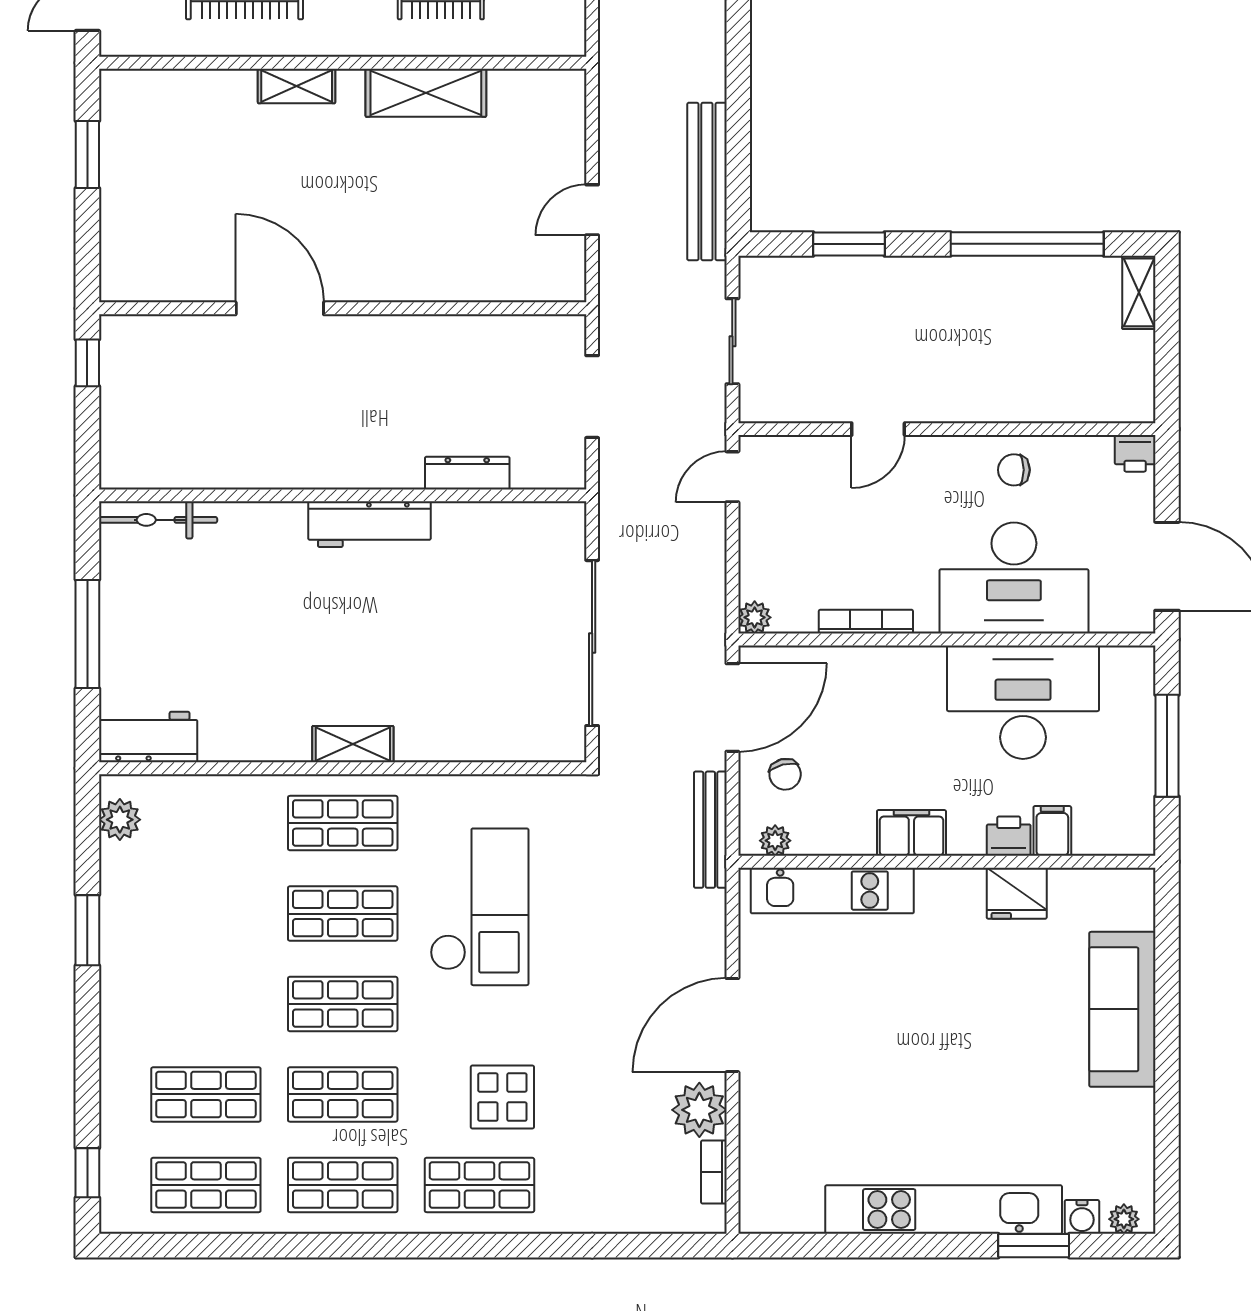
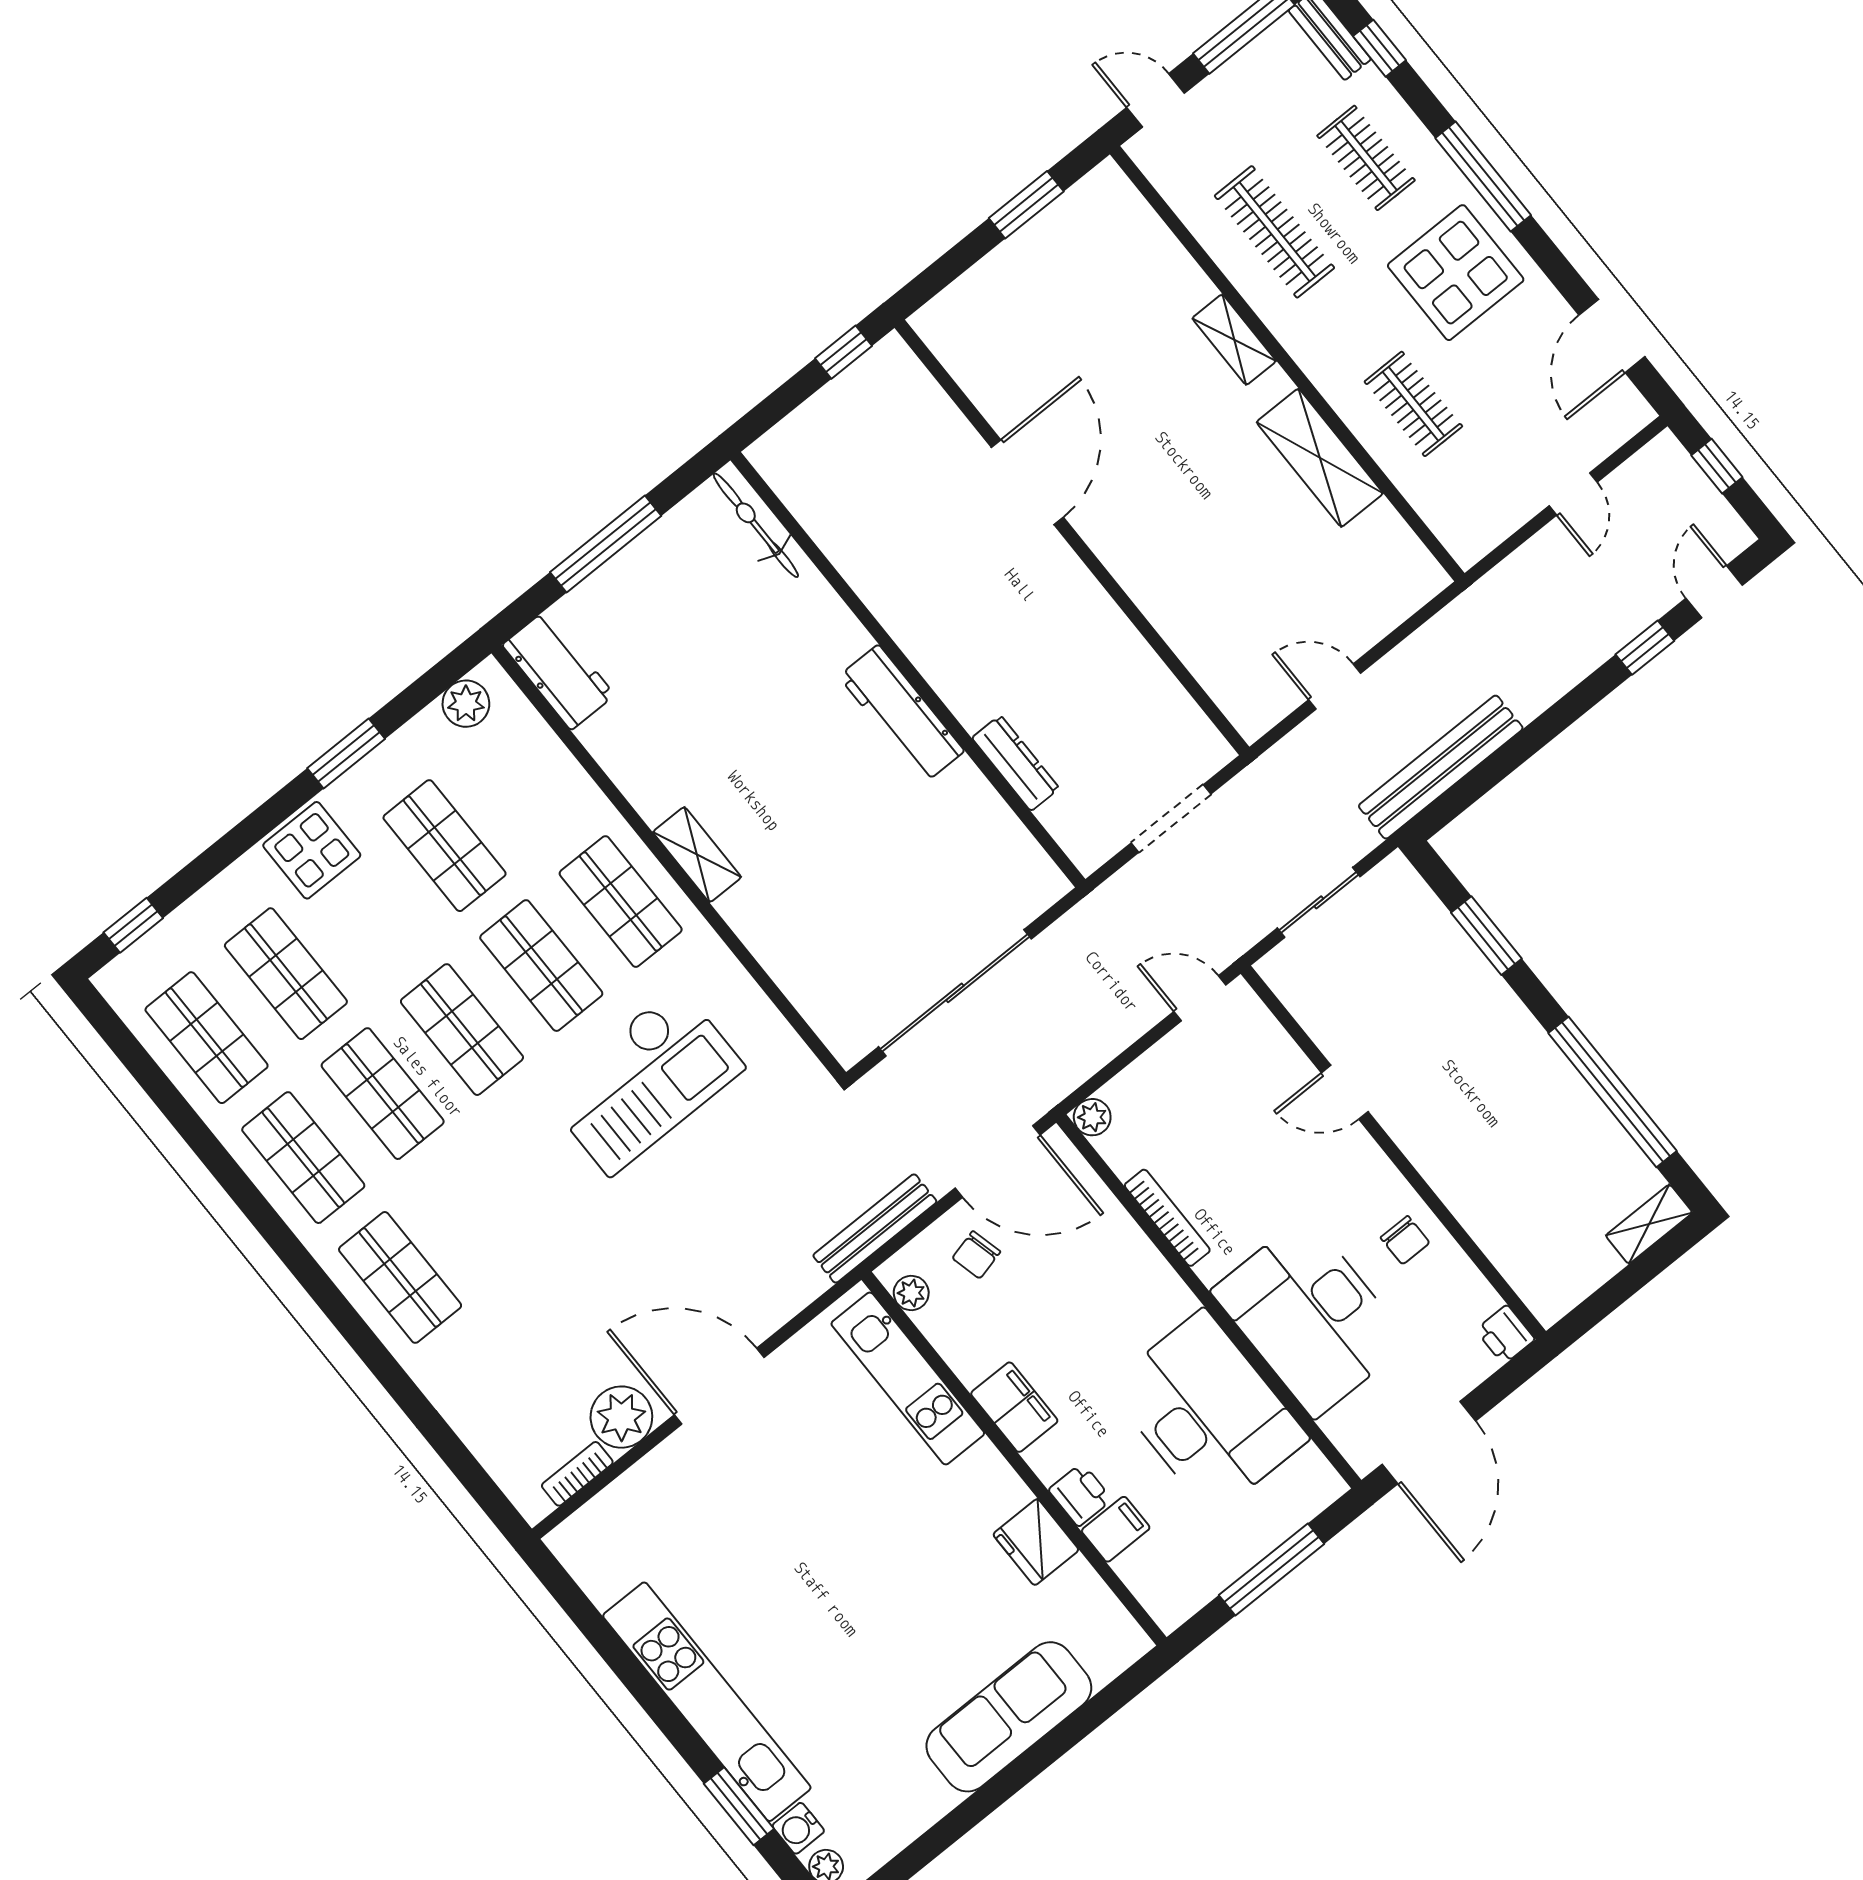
chair: (1014, 470) -> (1405, 1240), turned 180
shop shelf: (206, 914) -> (445, 846), added
display table: (502, 1097) -> (312, 850), moved

